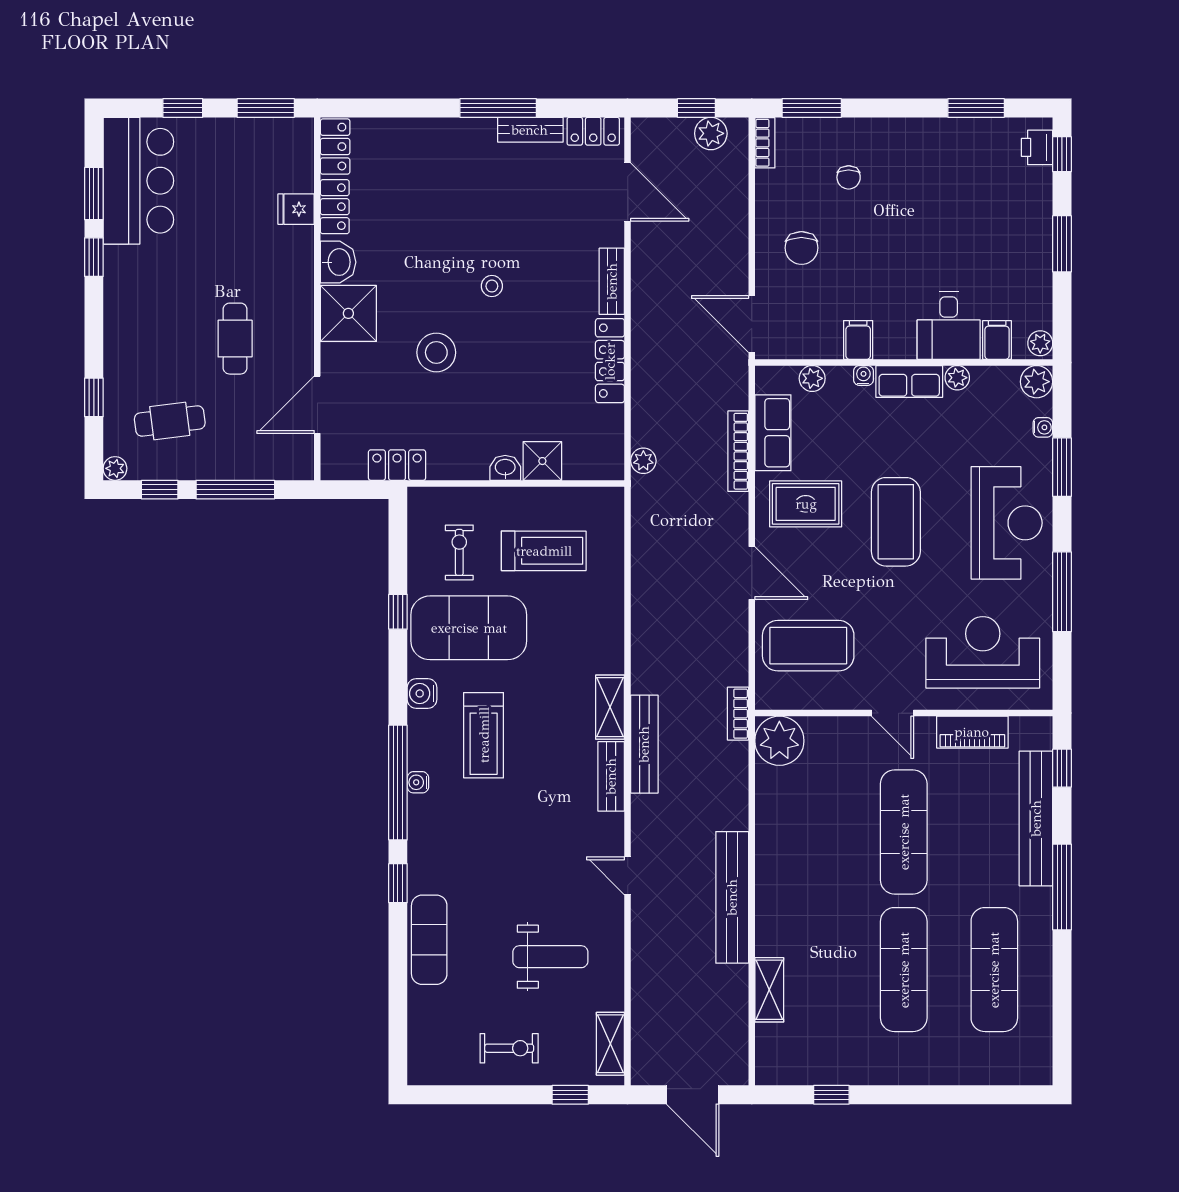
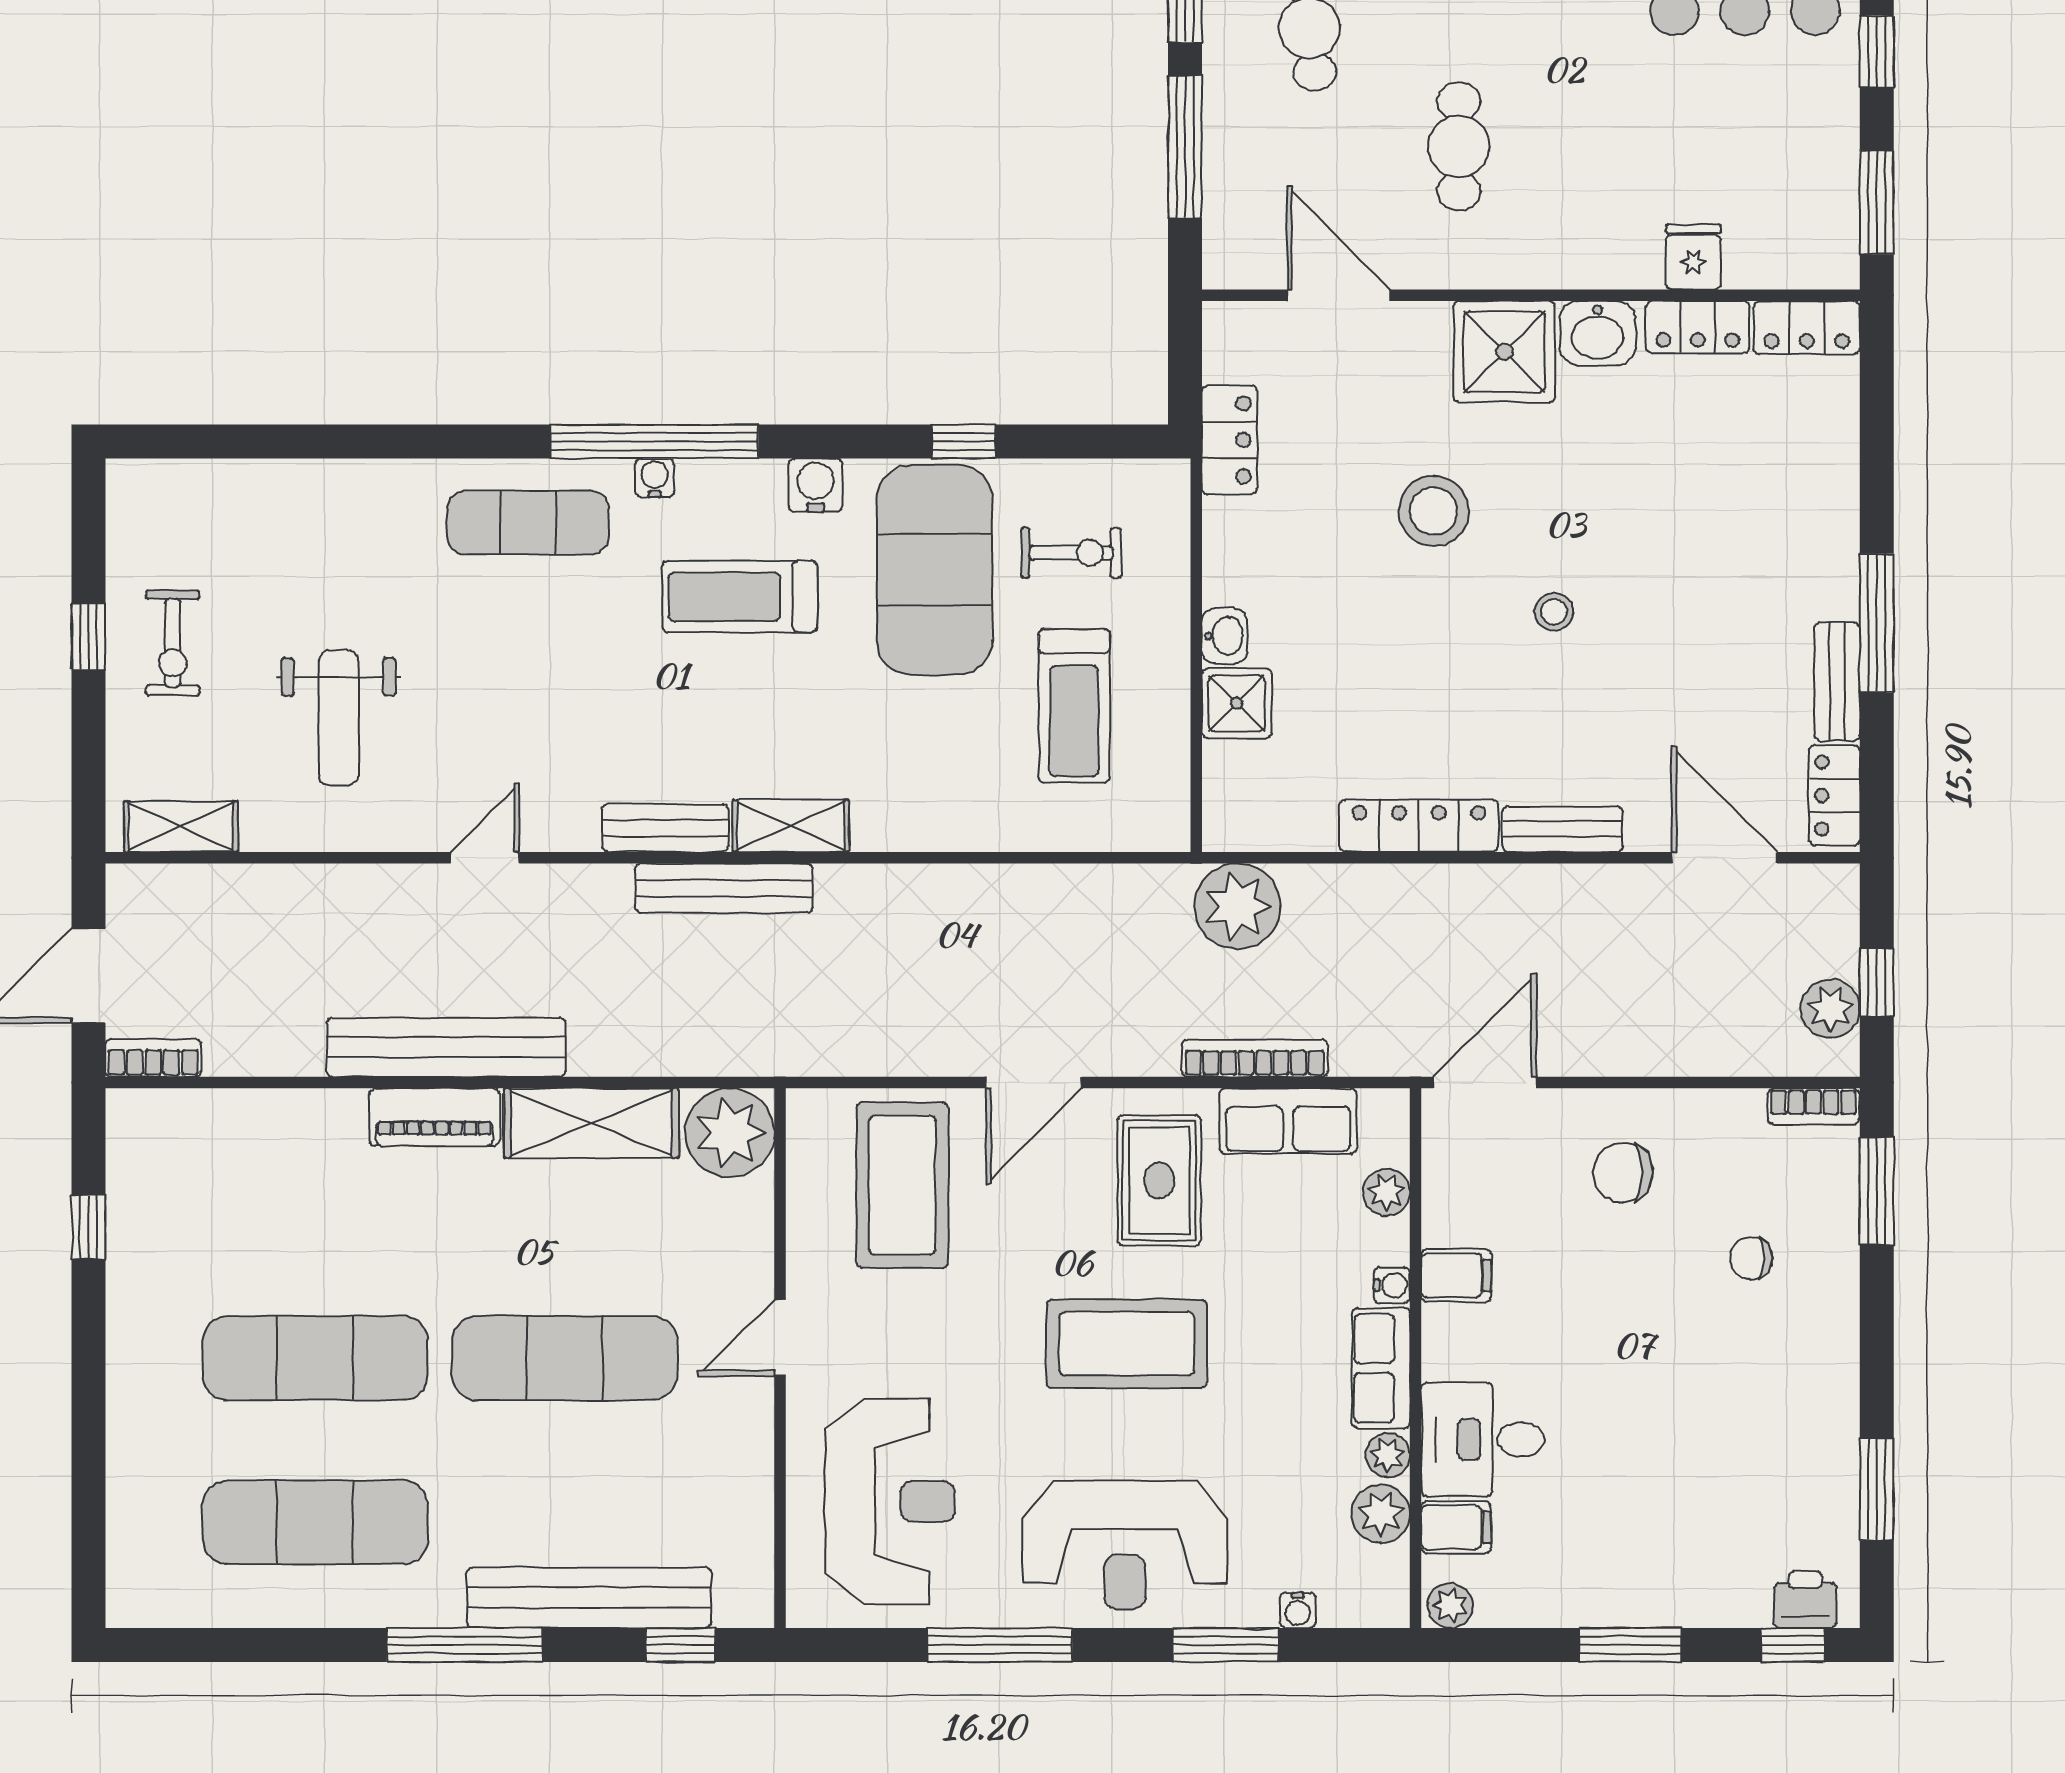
door: (628, 192) -> (1724, 858), swing flipped
cafe table: (235, 339) -> (1459, 146), turned 90
plant: (1037, 382) -> (1381, 1514), moved
plant: (643, 461) -> (1237, 906), width x1.88, depth x1.88
bookcase: (738, 714) -> (153, 1058), moved
piano: (972, 732) -> (435, 1117), moved, turned -90
window: (398, 883) -> (472, 442), removed
exercise mat: (429, 940) -> (528, 523), moved
shelving: (769, 990) -> (591, 1123), moved, width x1.50, depth x1.33
window: (570, 1095) -> (88, 637), moved

